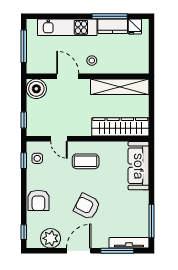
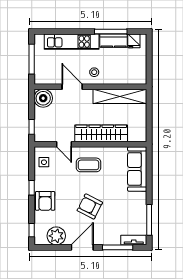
wardrobe: (120, 127) -> (101, 133), moved
window: (24, 161) -> (32, 188), moved
tv unit: (129, 243) -> (134, 240), width x0.71

